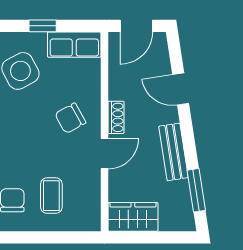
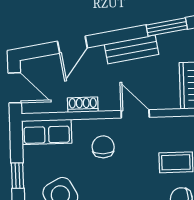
row of seats: (74, 45) -> (47, 132), moved, turned 90
shoe rack: (116, 117) -> (83, 105), moved
chair: (70, 118) -> (103, 147), turned -151

